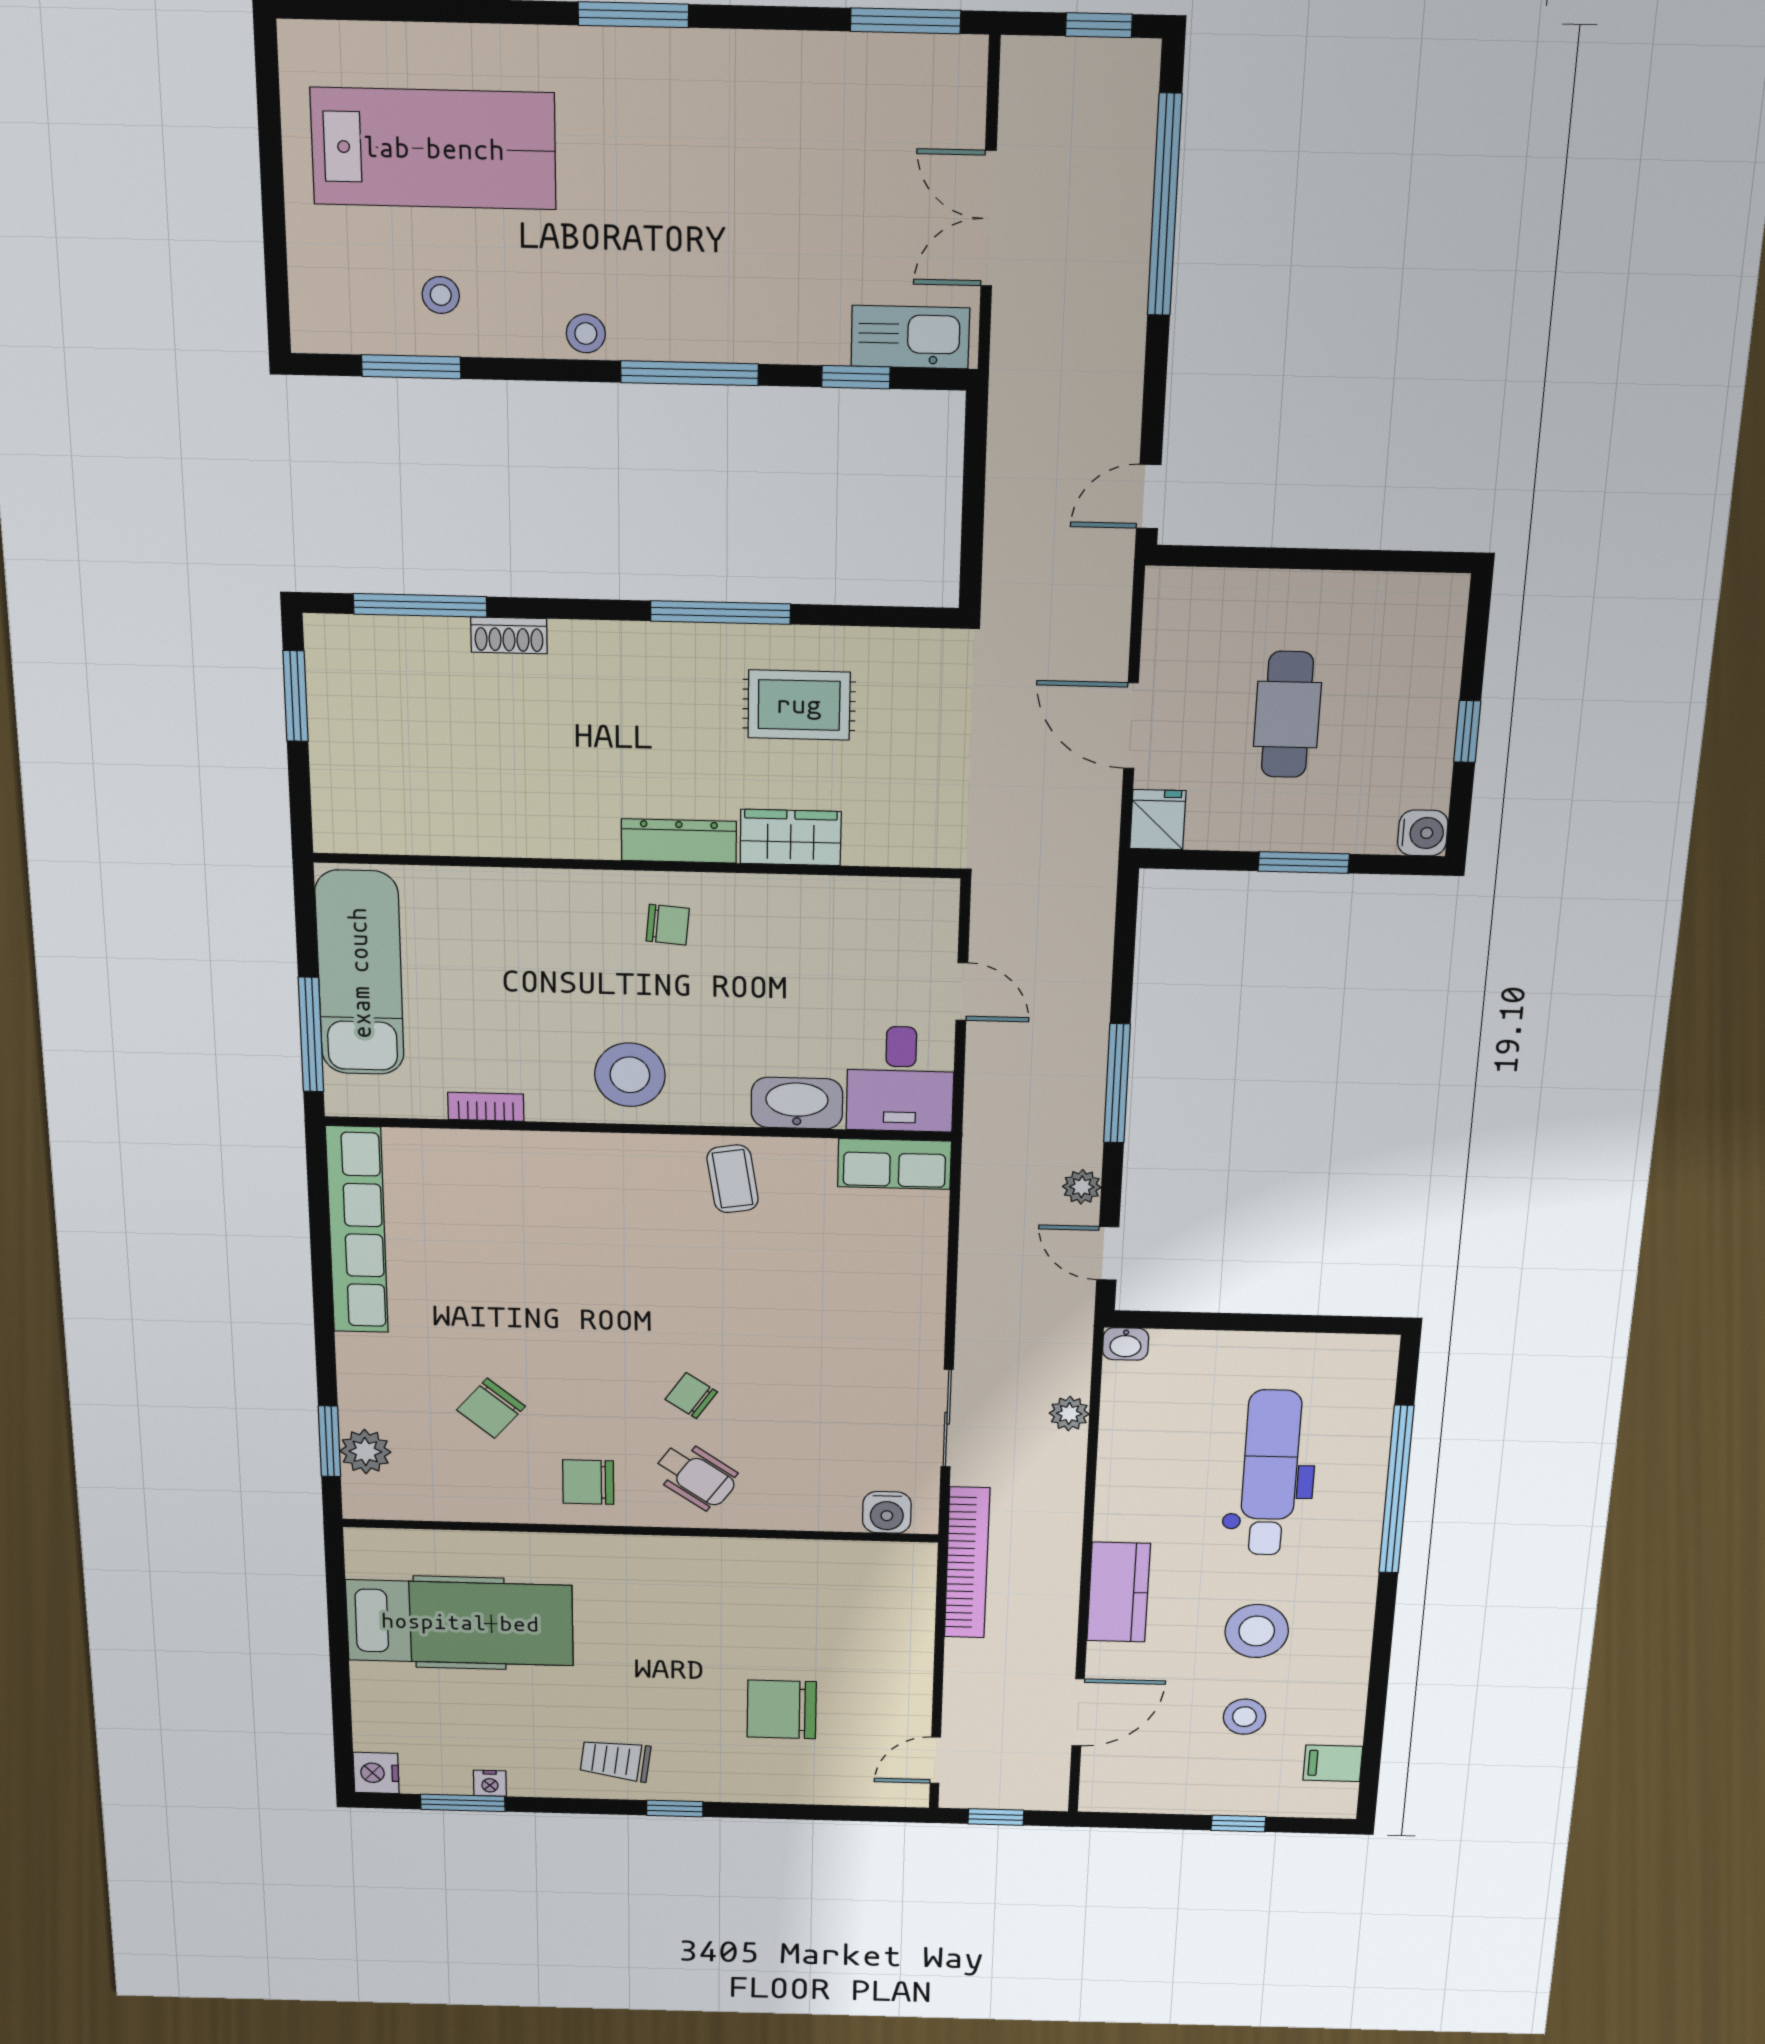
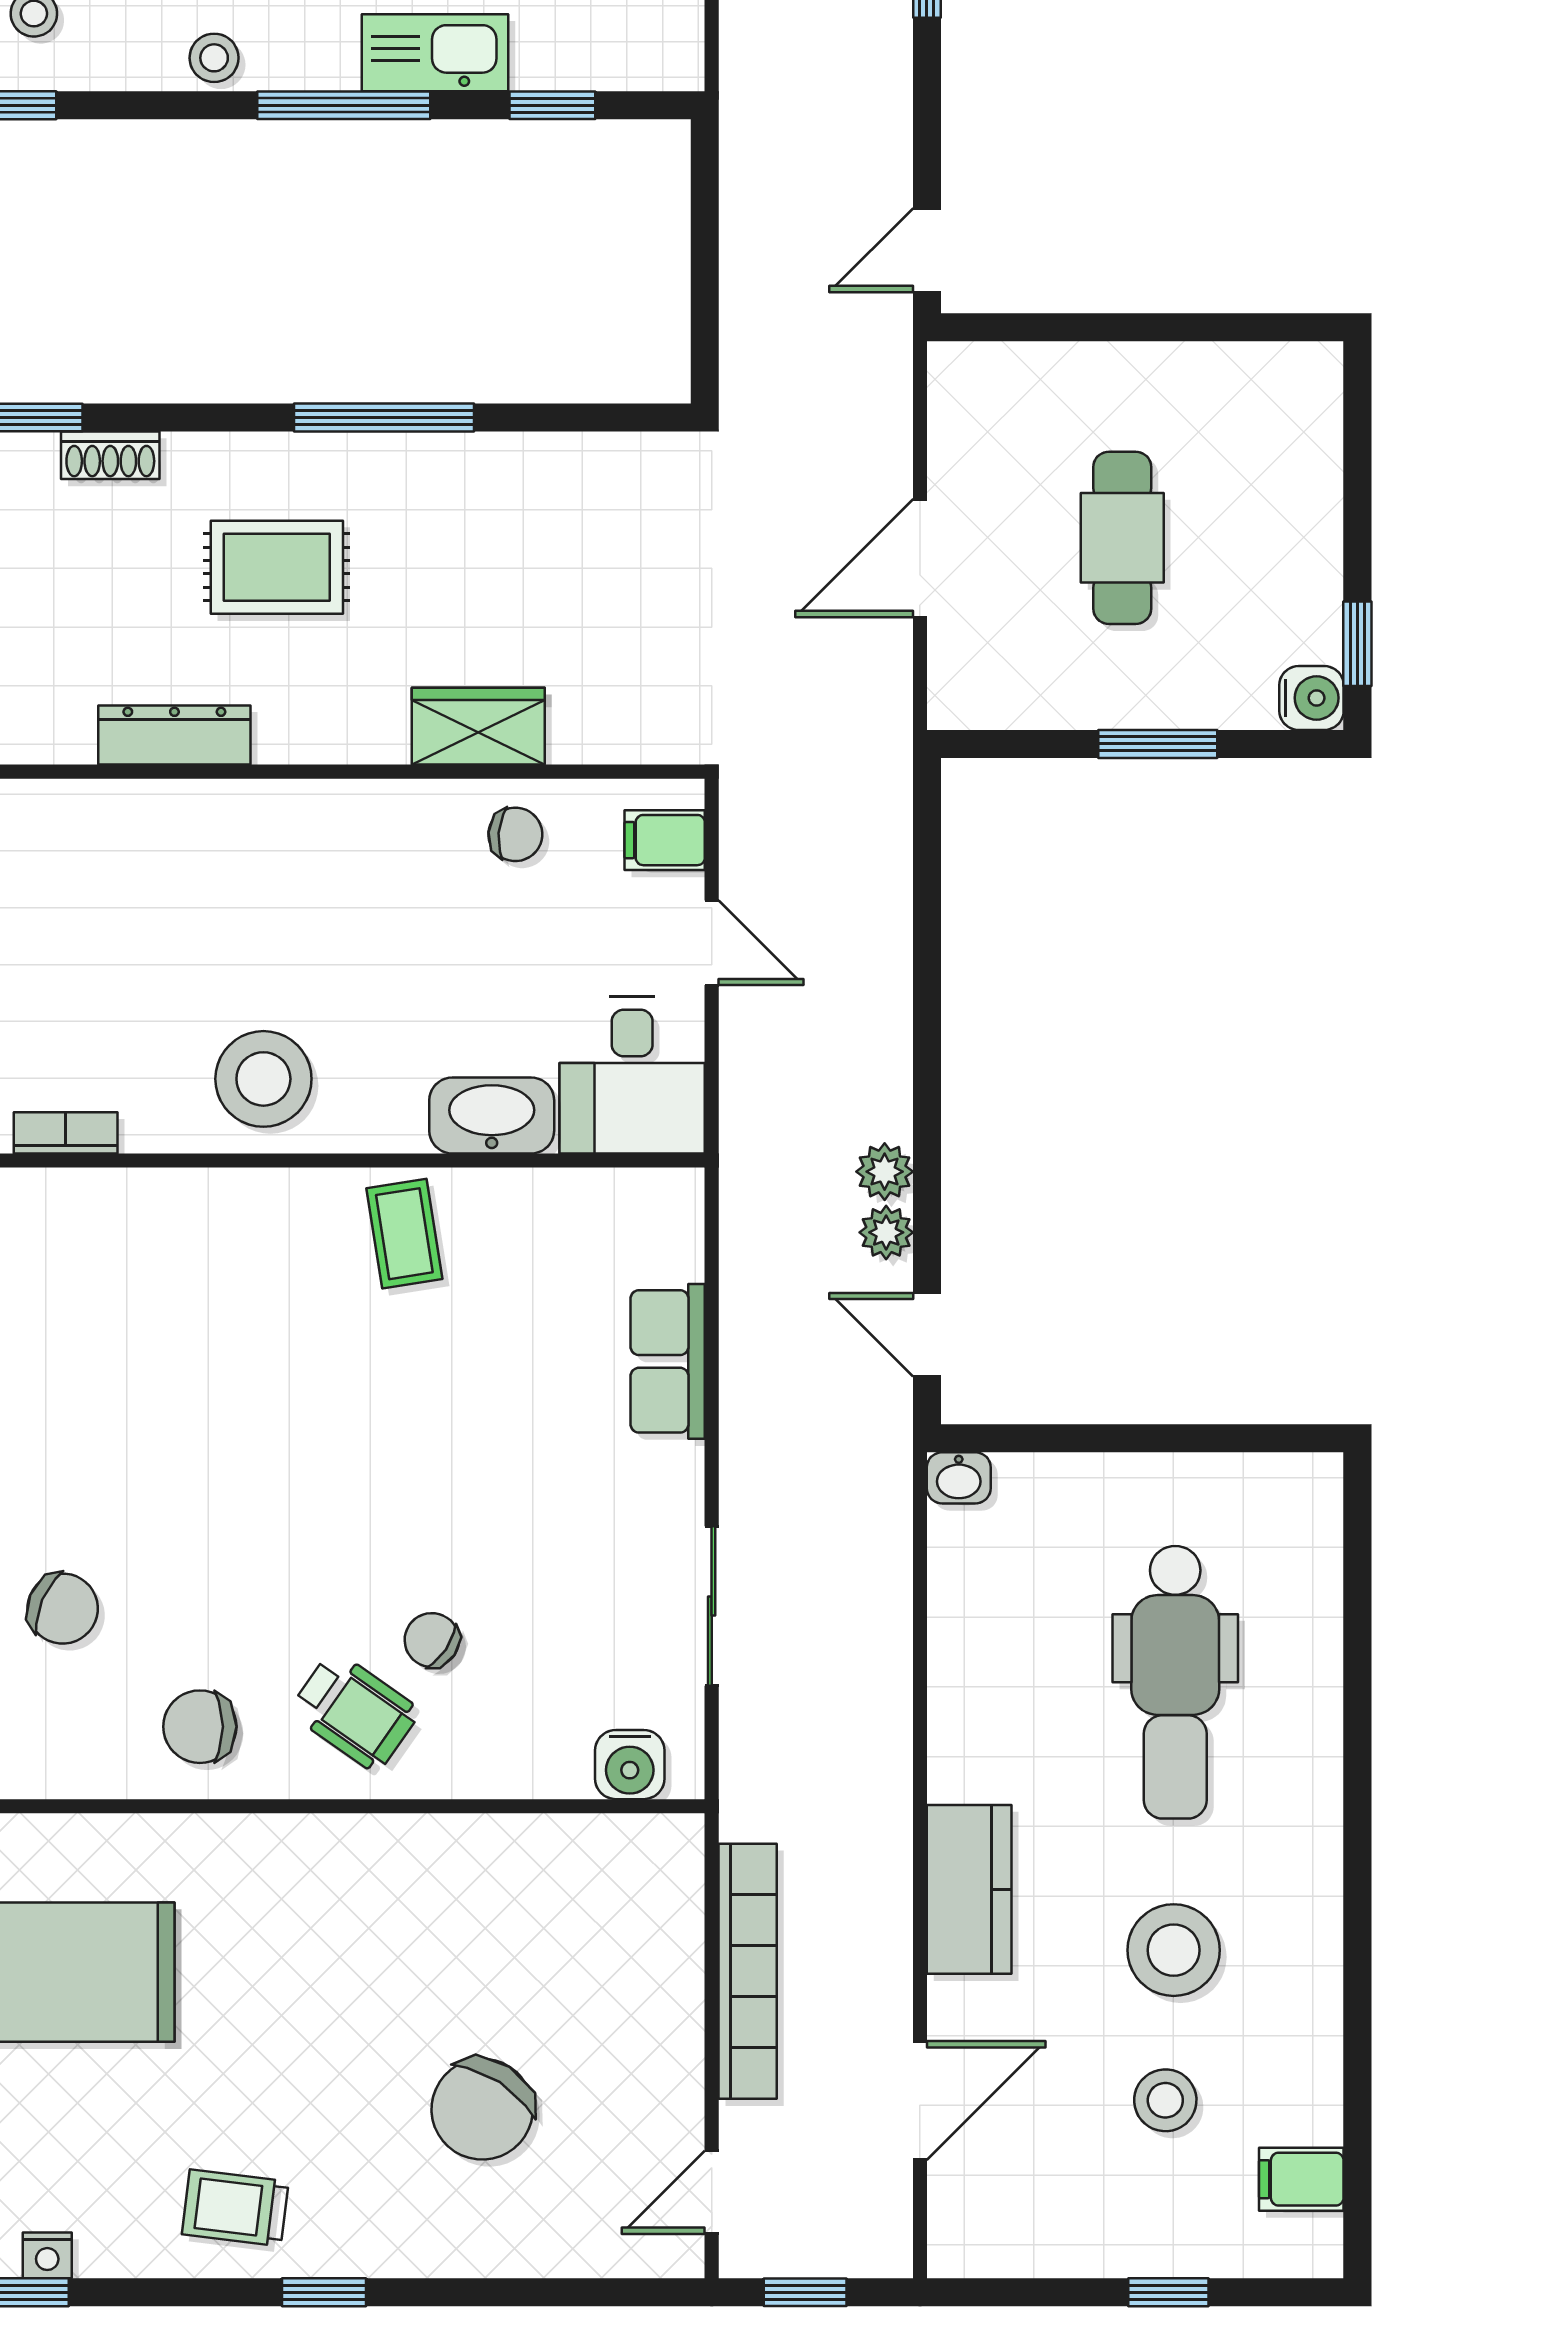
kitchen sink: (910, 337) -> (435, 53), moved
rug: (799, 705) -> (277, 567), moved
door: (1131, 726) -> (920, 558), hinge flipped
window: (1467, 731) -> (1357, 644), moved
fridge: (1158, 820) -> (962, 688), removed
dresser: (679, 841) -> (174, 735), moved
filing cabinet: (929, 920) -> (665, 840), added
chair: (668, 925) -> (515, 834), moved
window: (1117, 1083) -> (927, 1074), removed
row of seats: (894, 1164) -> (668, 1361), moved, turned 90
chair: (691, 1396) -> (432, 1640), moved
chair: (491, 1408) -> (63, 1609), turned -107
plant: (1069, 1414) -> (885, 1172), moved
dental chair: (1270, 1473) -> (1175, 1682), turned 180
window: (1396, 1490) -> (1357, 1704), removed
bookcase: (967, 1563) -> (748, 1971), moved
chair: (782, 1709) -> (482, 2109), turned -57

